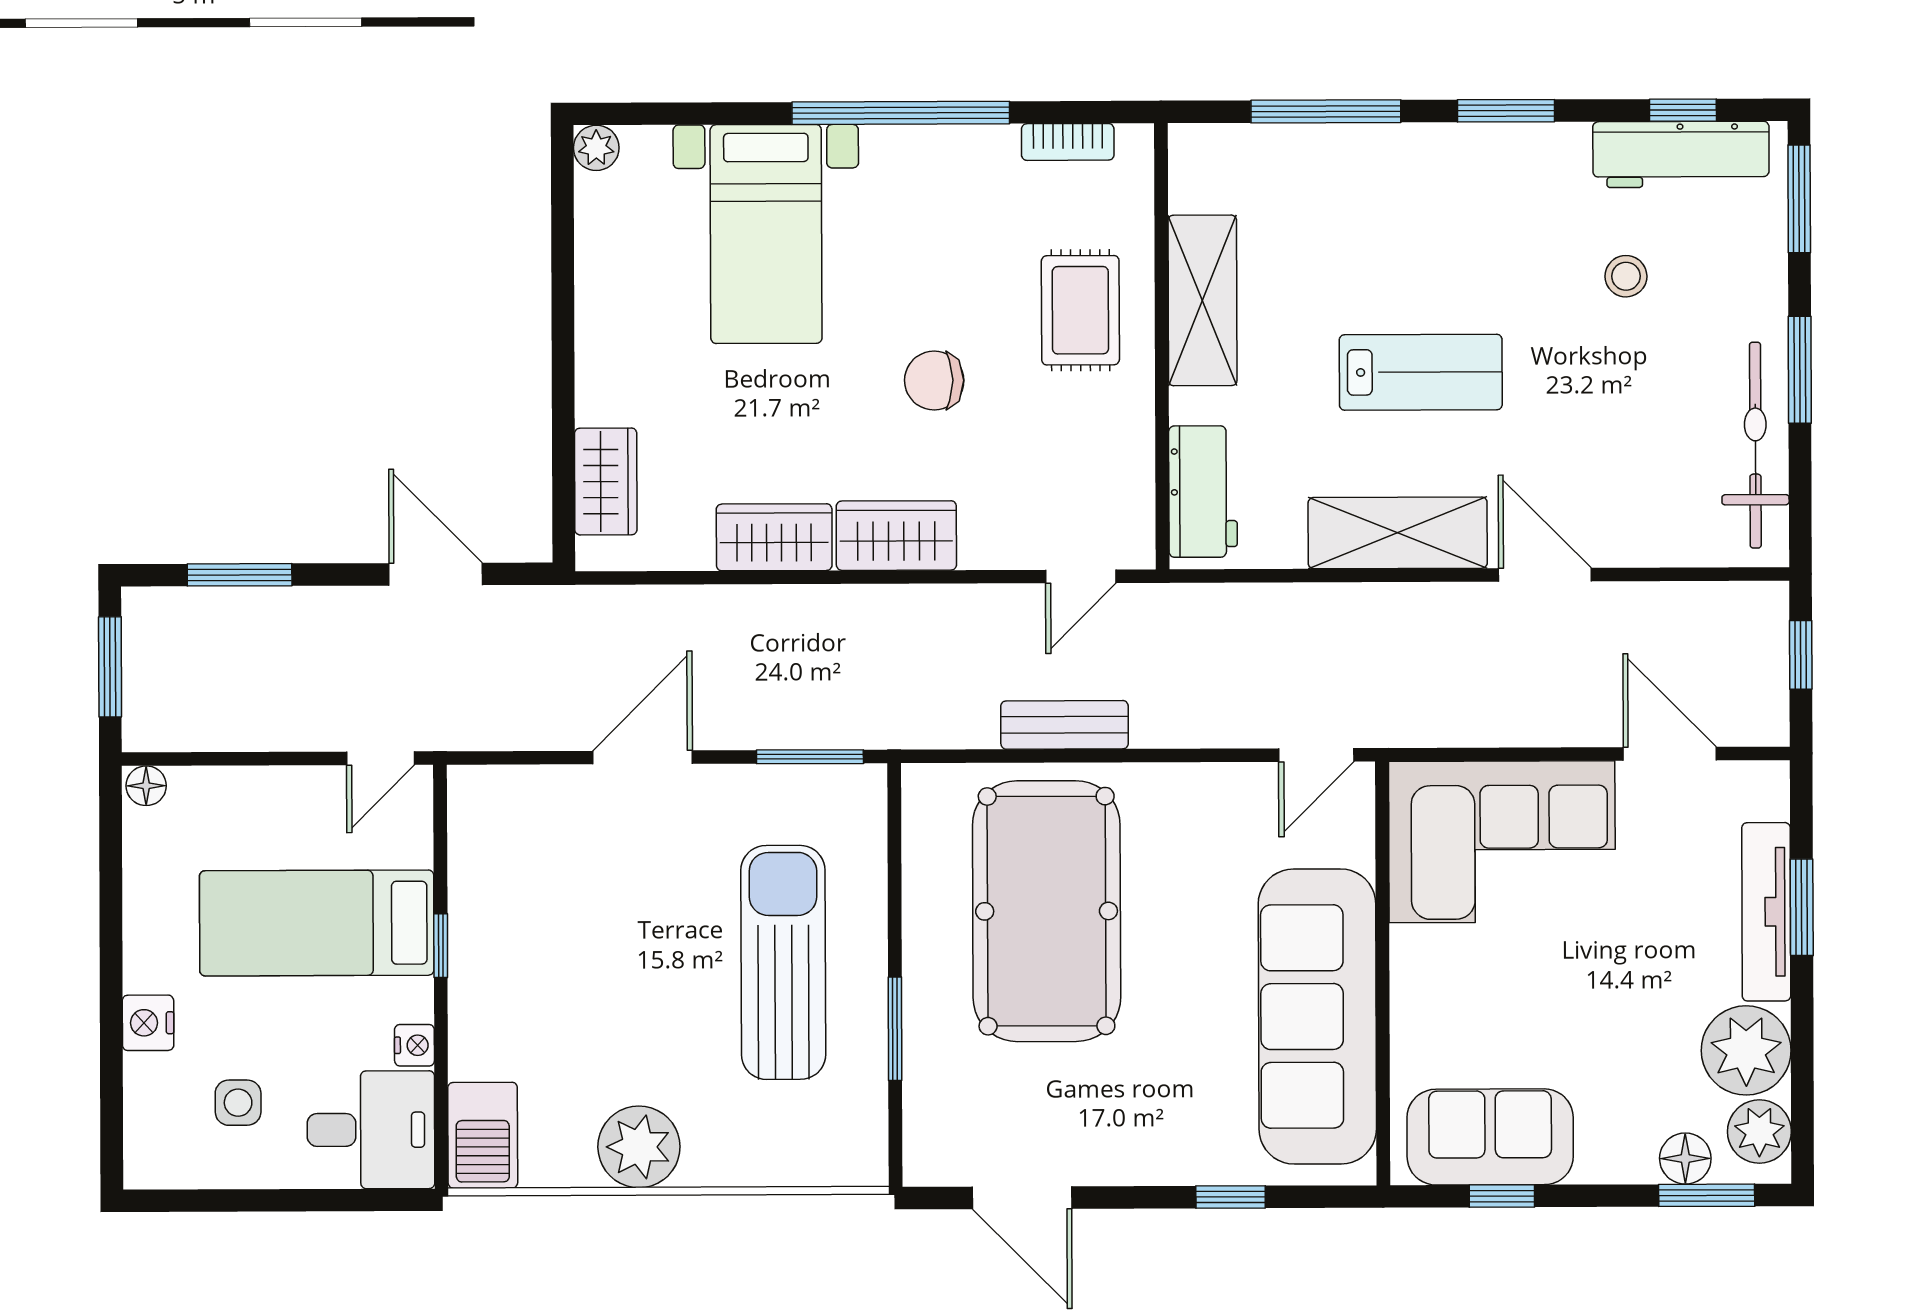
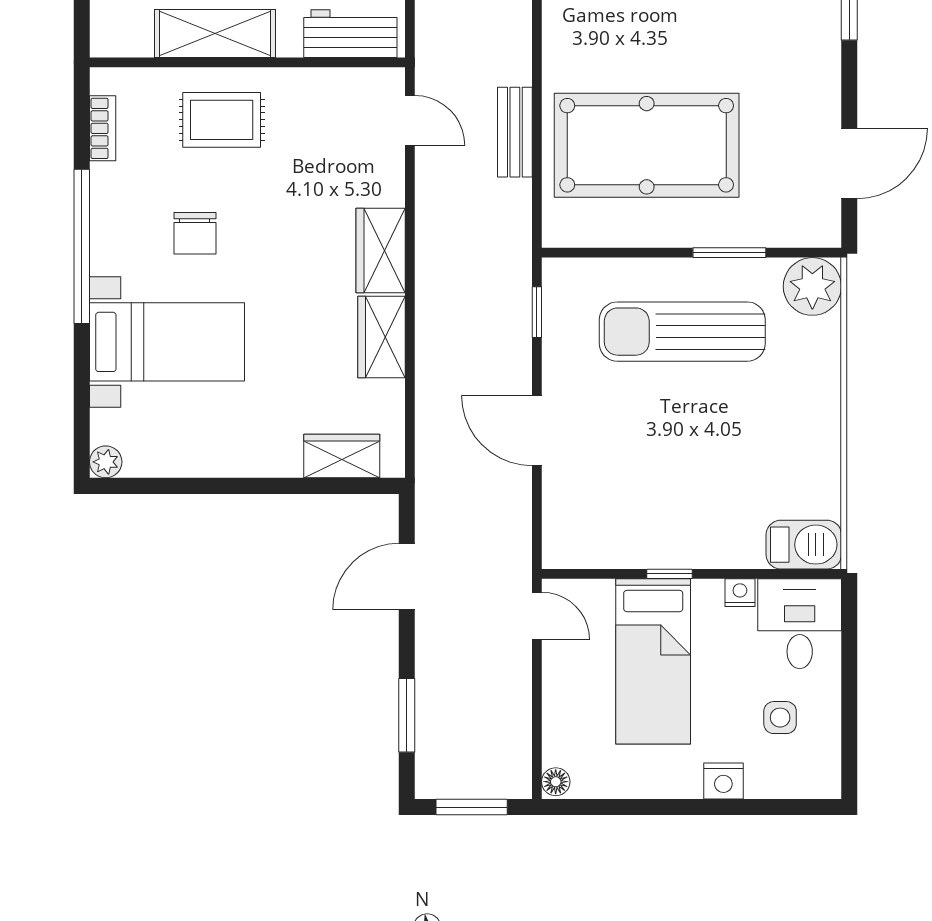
chair: (934, 381) -> (195, 233), moved
window: (810, 757) -> (537, 312), width x0.67
plant: (639, 1147) -> (812, 286), moved

